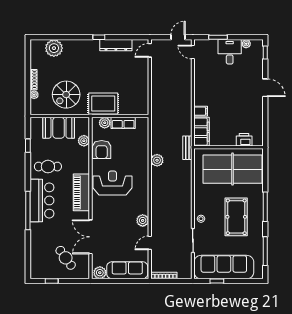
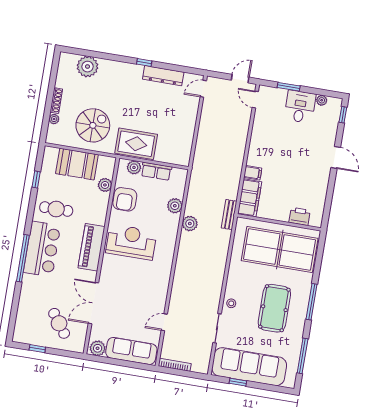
spiral stairs: (66, 95) -> (93, 125), turned 180
plant: (143, 220) -> (175, 206), moved

